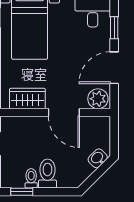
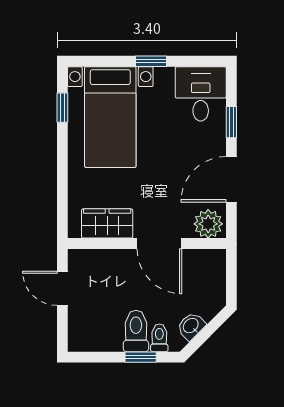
washbasin: (98, 158) -> (191, 326), moved
toilet: (31, 178) -> (159, 338), moved
window: (22, 192) -> (141, 357), moved

